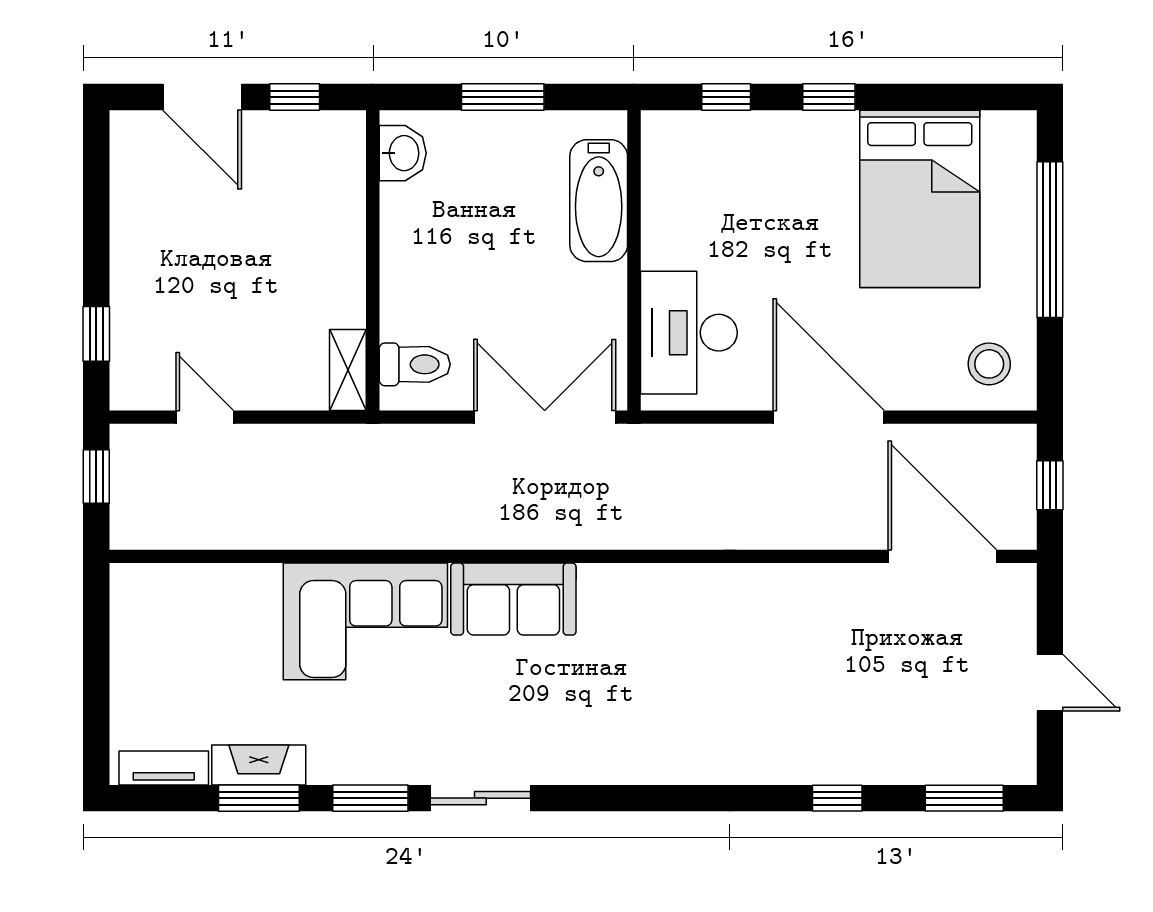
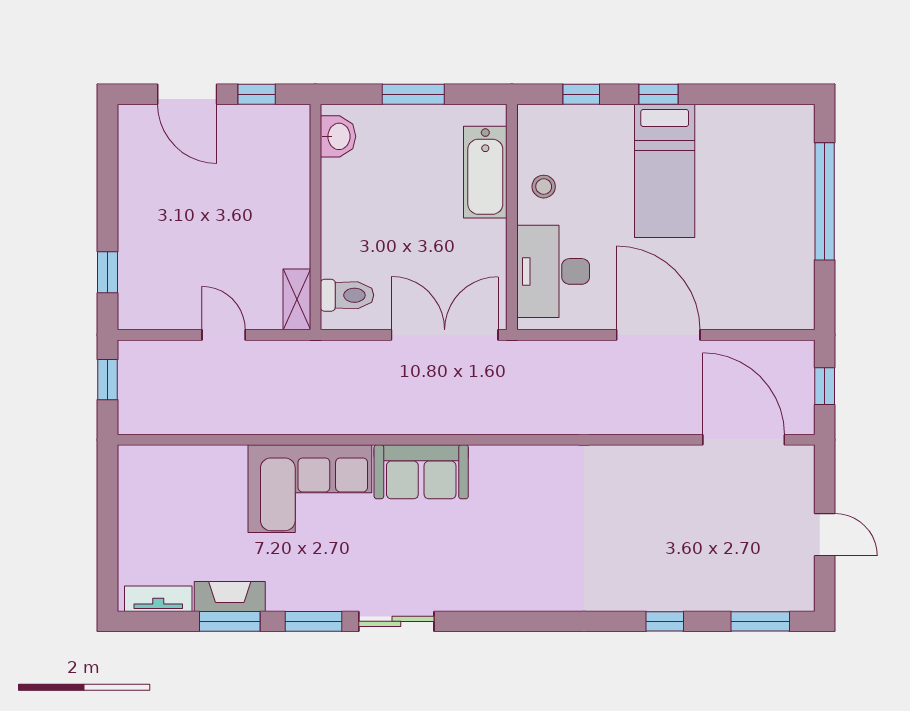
bed: (920, 199) -> (665, 171), moved, width x0.67
stool: (989, 364) -> (544, 187), moved, width x0.73, depth x0.73
door: (205, 417) -> (224, 335), moved

